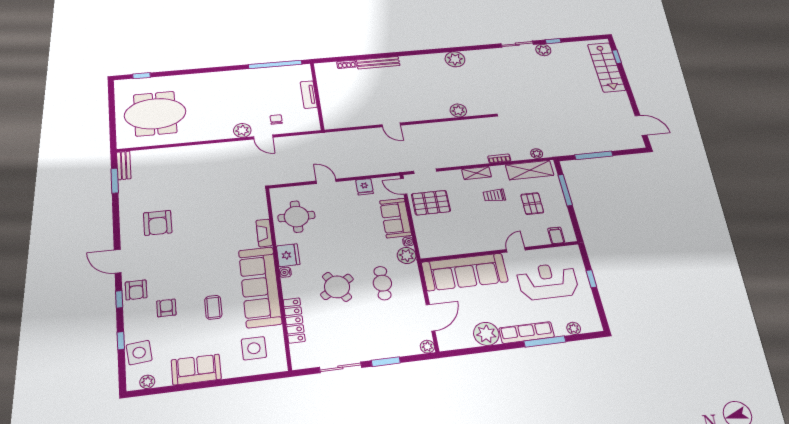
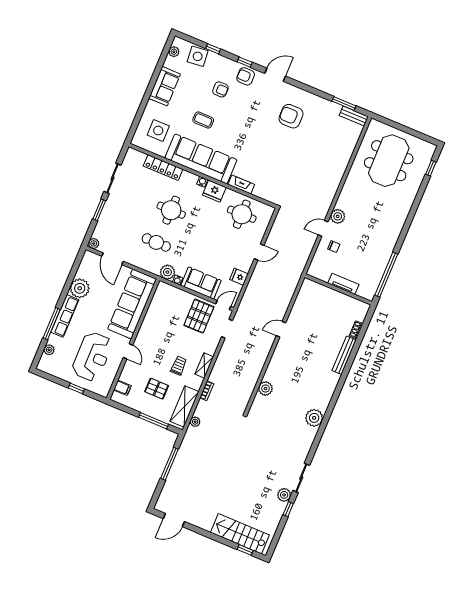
round table: (337, 287) -> (171, 210), turned 32

